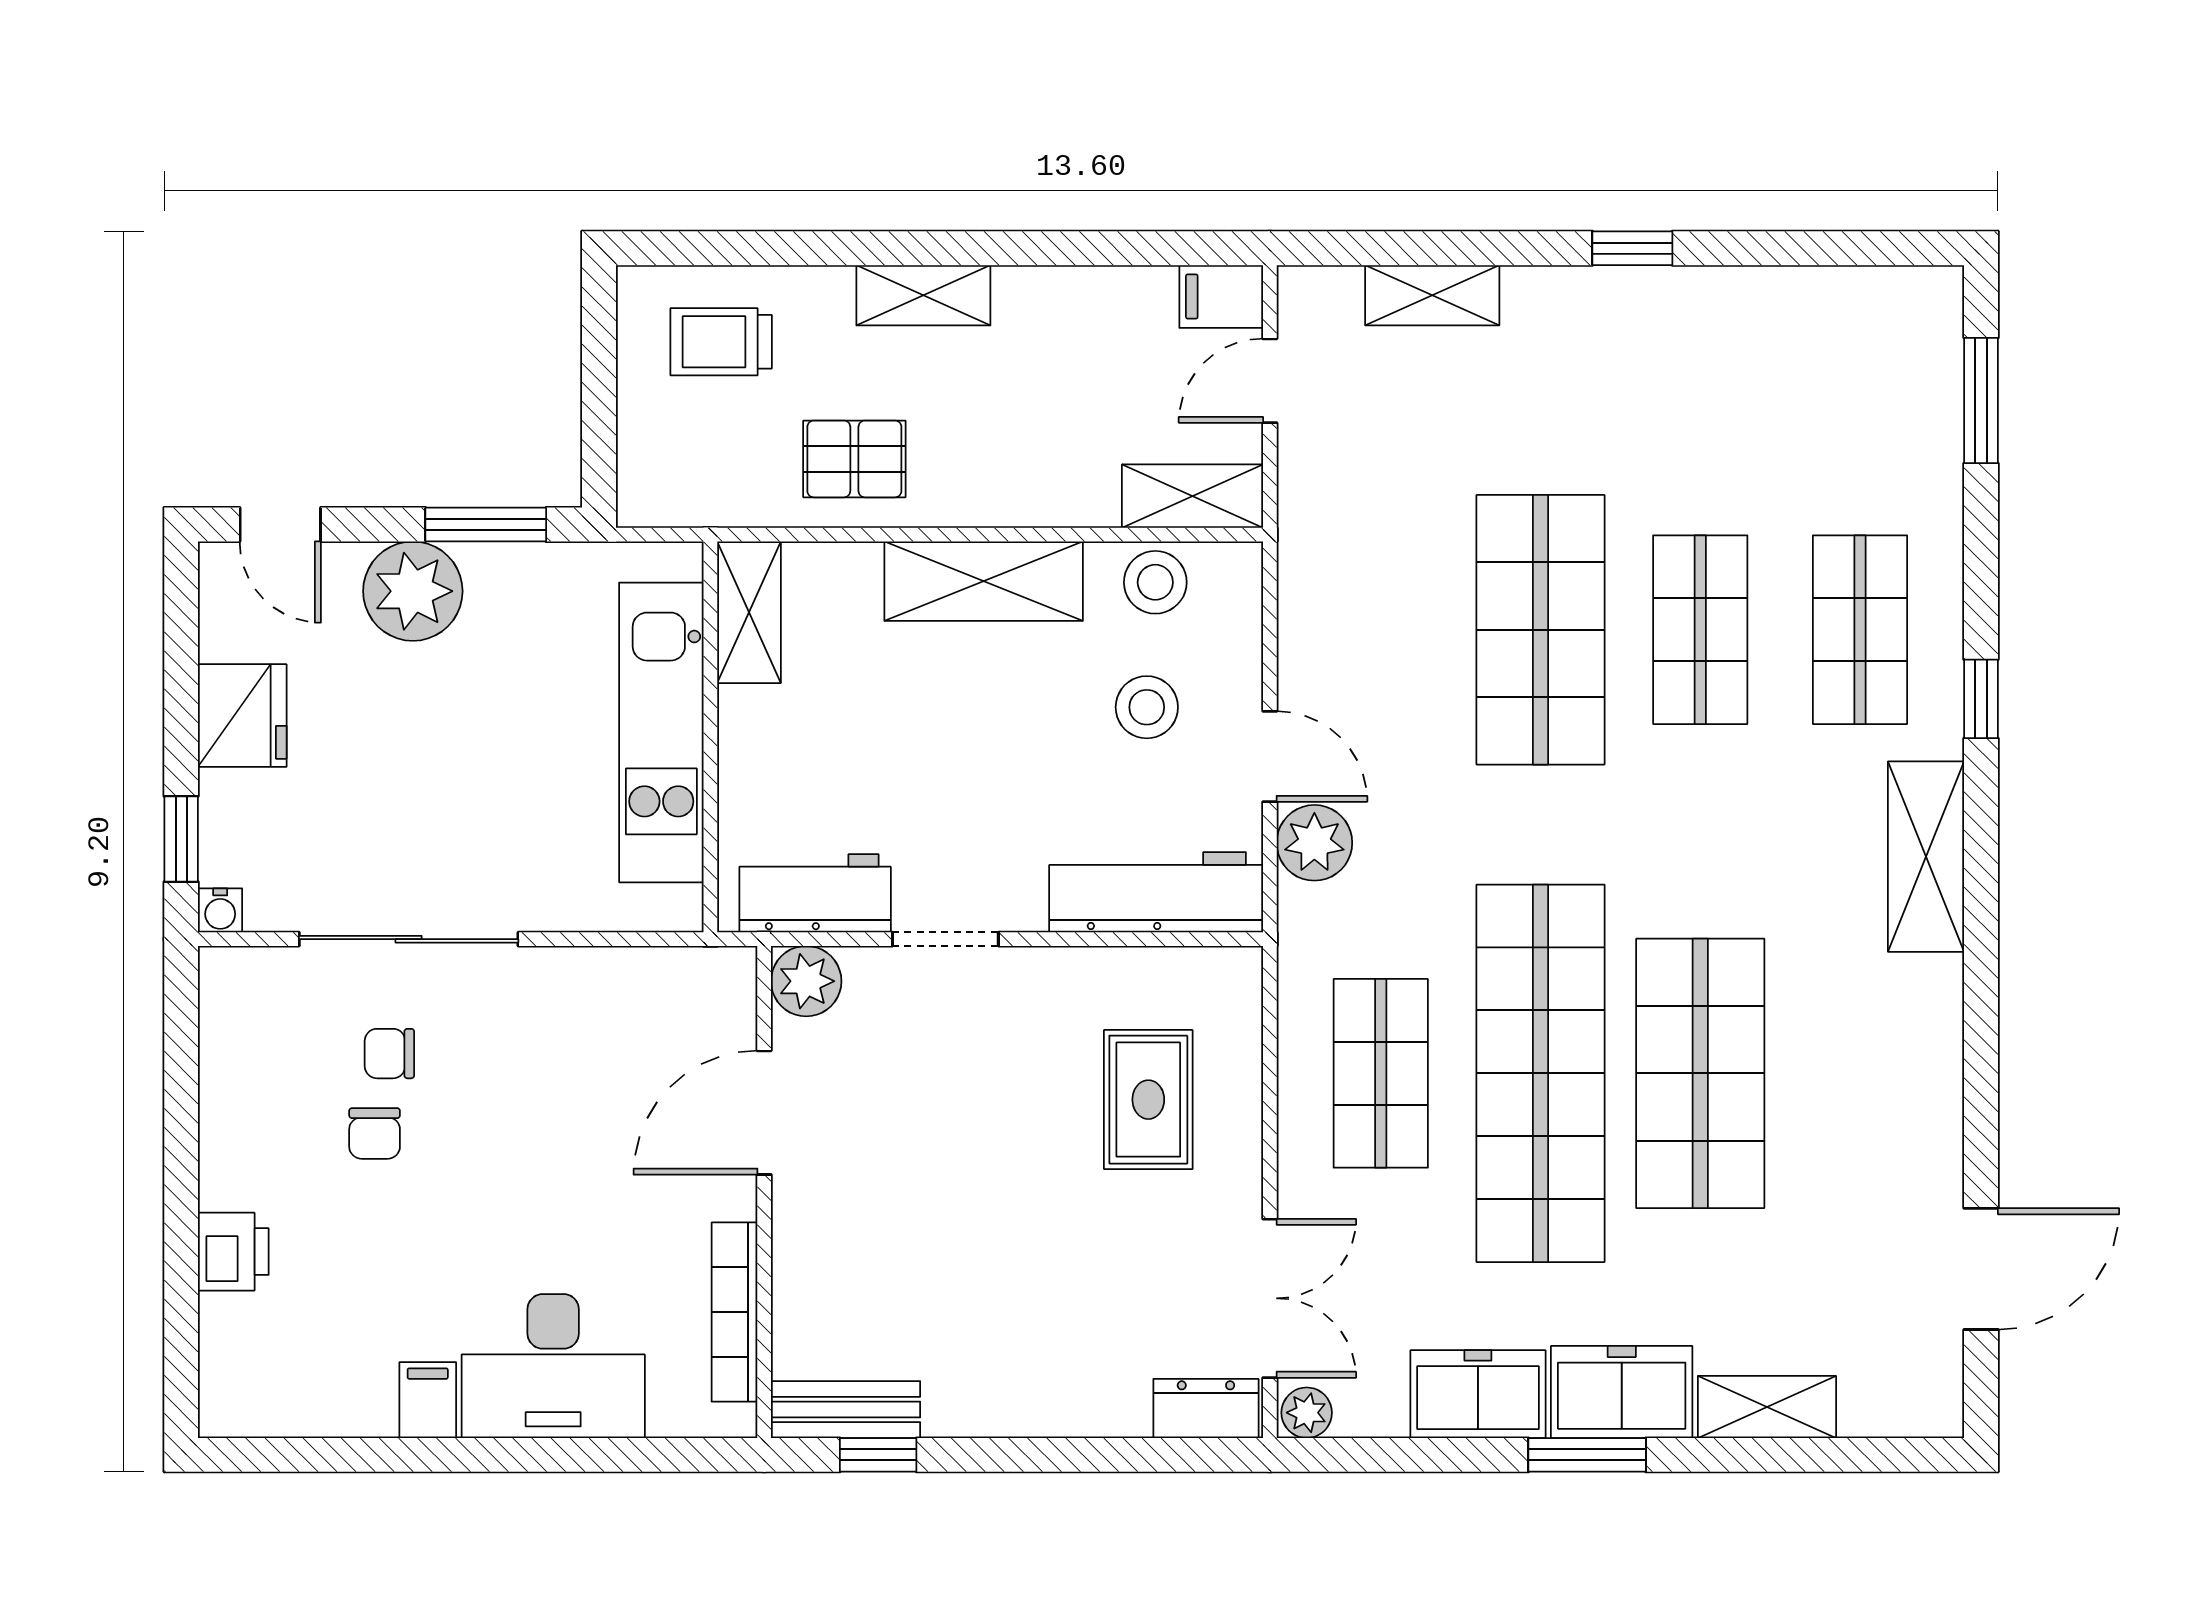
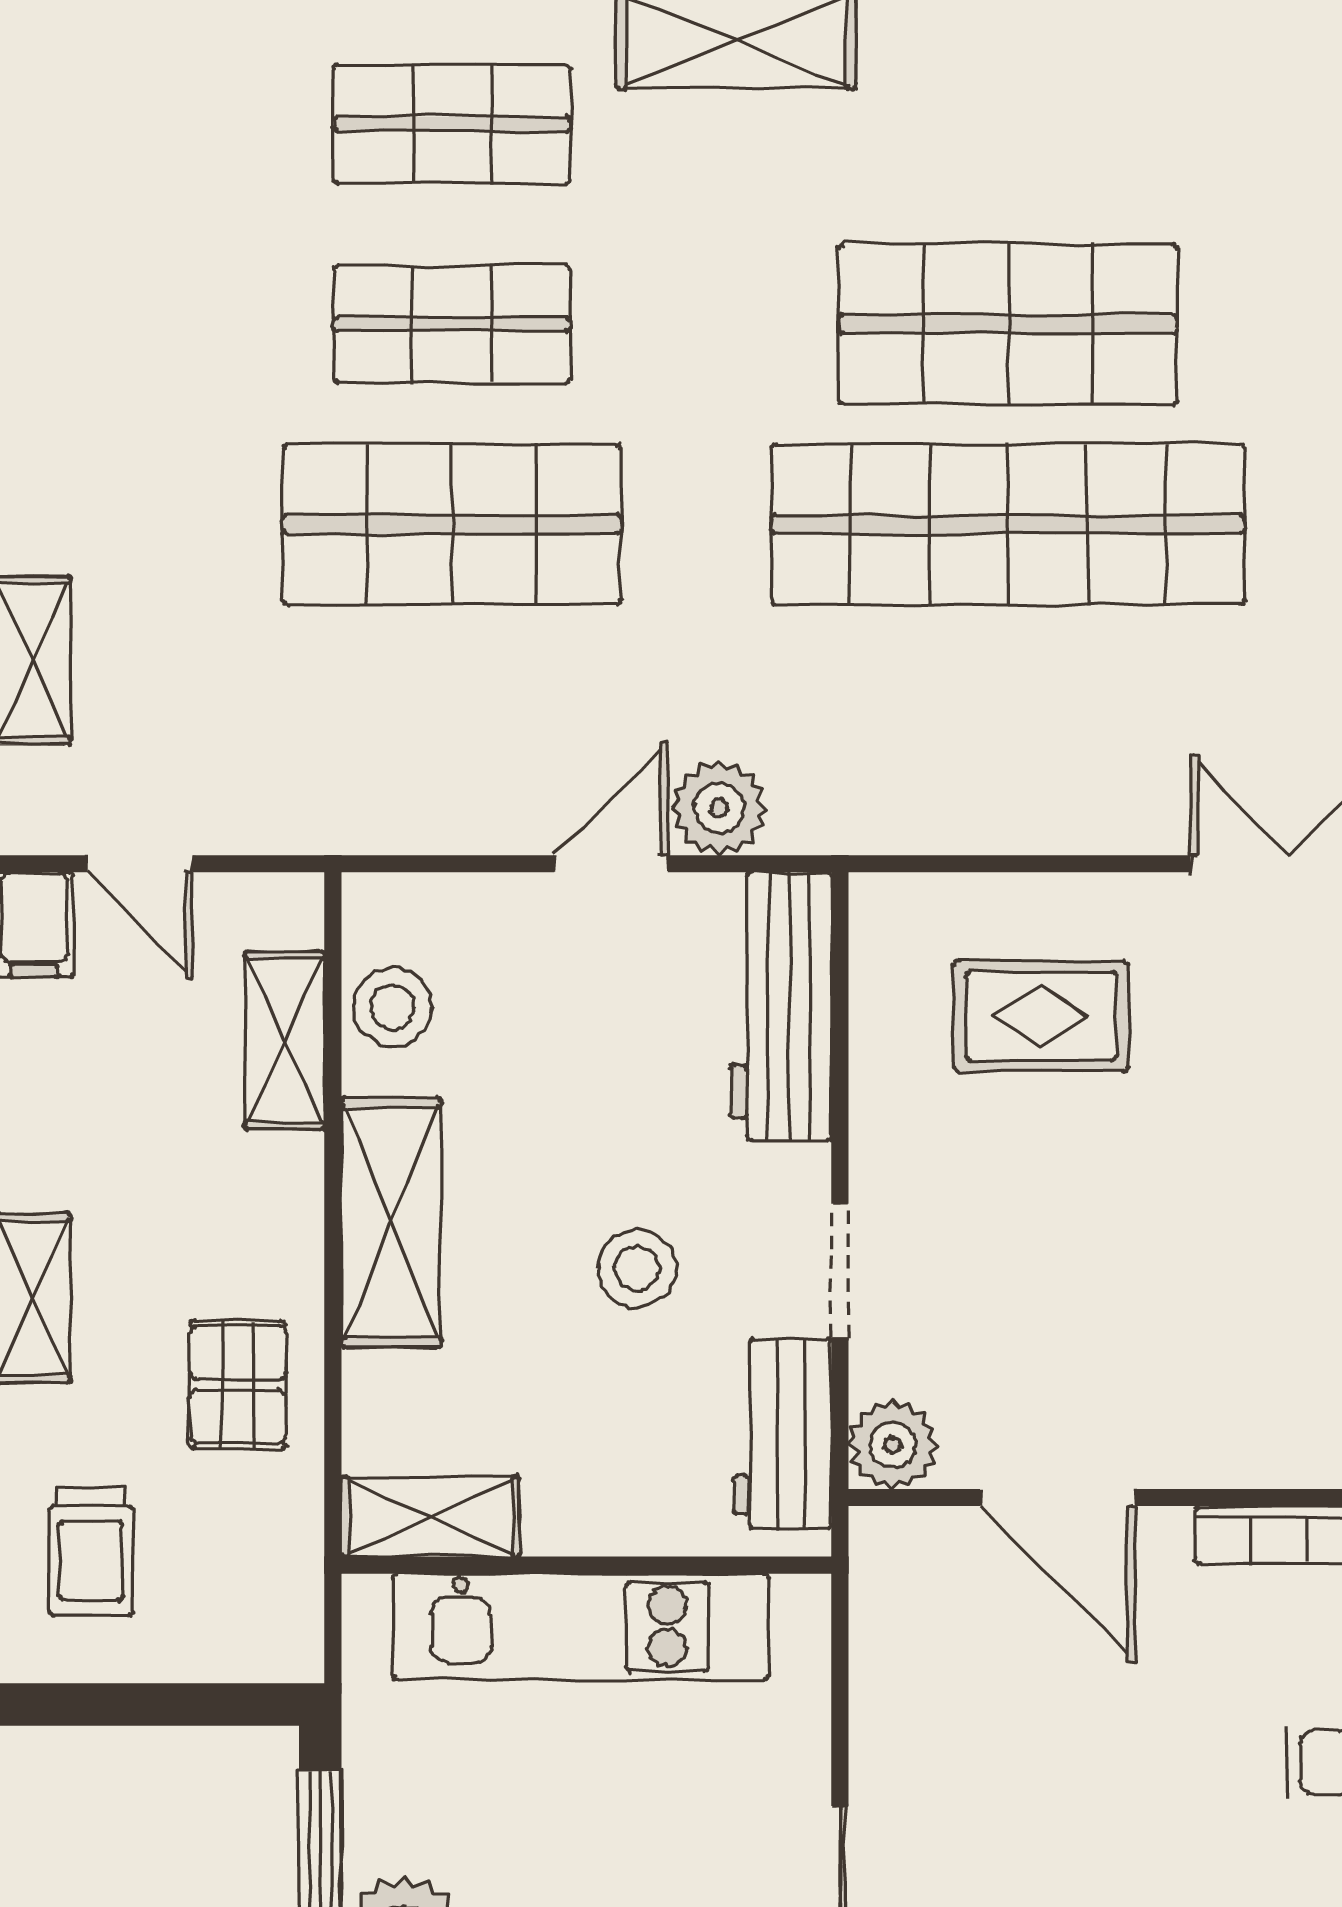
shelving: (1192, 496) -> (285, 1040), moved
stool: (1147, 707) -> (637, 1269), moved
shop shelf: (1381, 1073) -> (1008, 725), removed

